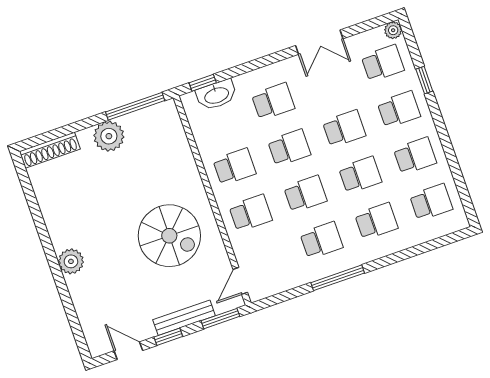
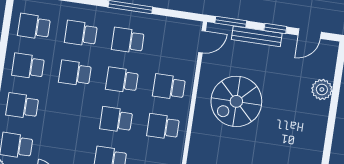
school desk: (344, 129) -> (69, 113), removed
spiral stairs: (169, 236) -> (236, 101), turned -90
plant: (71, 261) -> (322, 89), moved
door: (128, 351) -> (310, 34), hinge flipped

